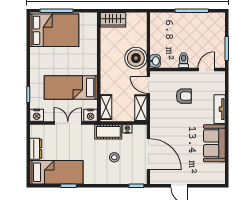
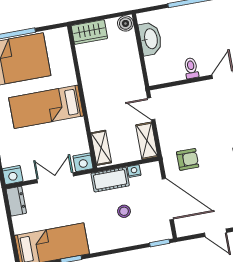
boiler: (136, 58) -> (125, 23), moved, width x0.54, depth x0.54
washbasin: (155, 61) -> (150, 39), moved, width x1.91, depth x1.45
bed: (71, 87) -> (46, 107), moved
armchair: (184, 96) -> (188, 159), moved
dresser: (36, 149) -> (16, 201), moved

